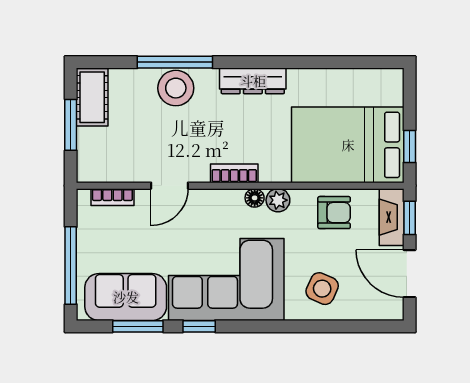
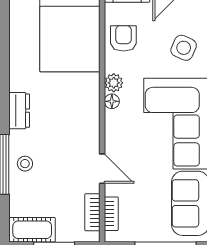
dresser: (253, 81) -> (19, 111), width x0.70
stool: (176, 88) -> (25, 164), width x0.53, depth x0.53
bookcase: (234, 173) -> (92, 212), moved

